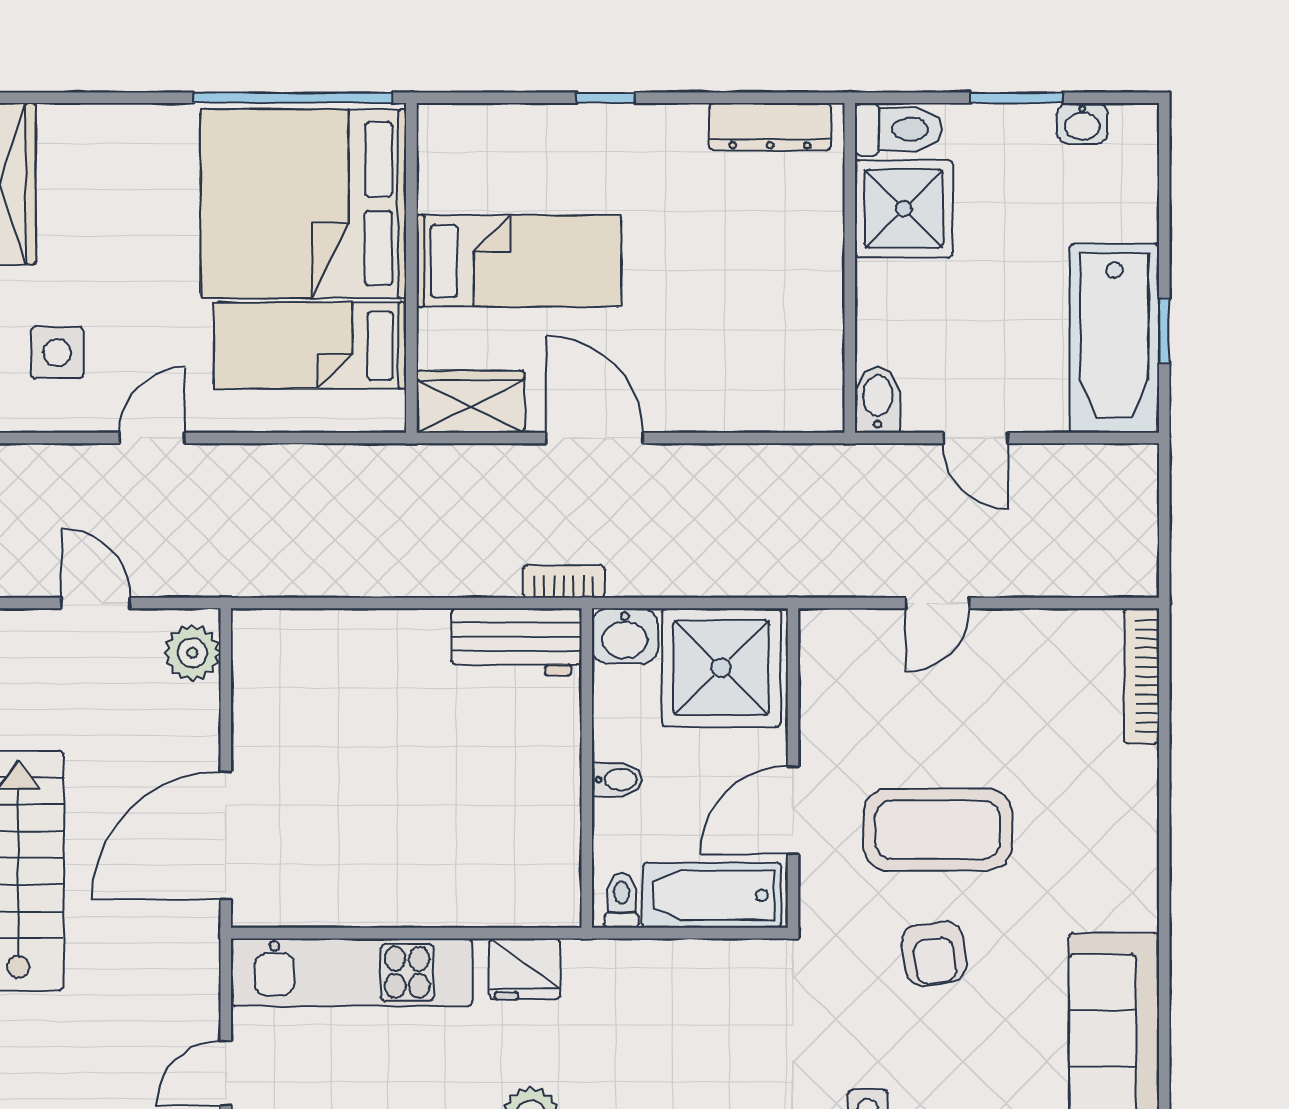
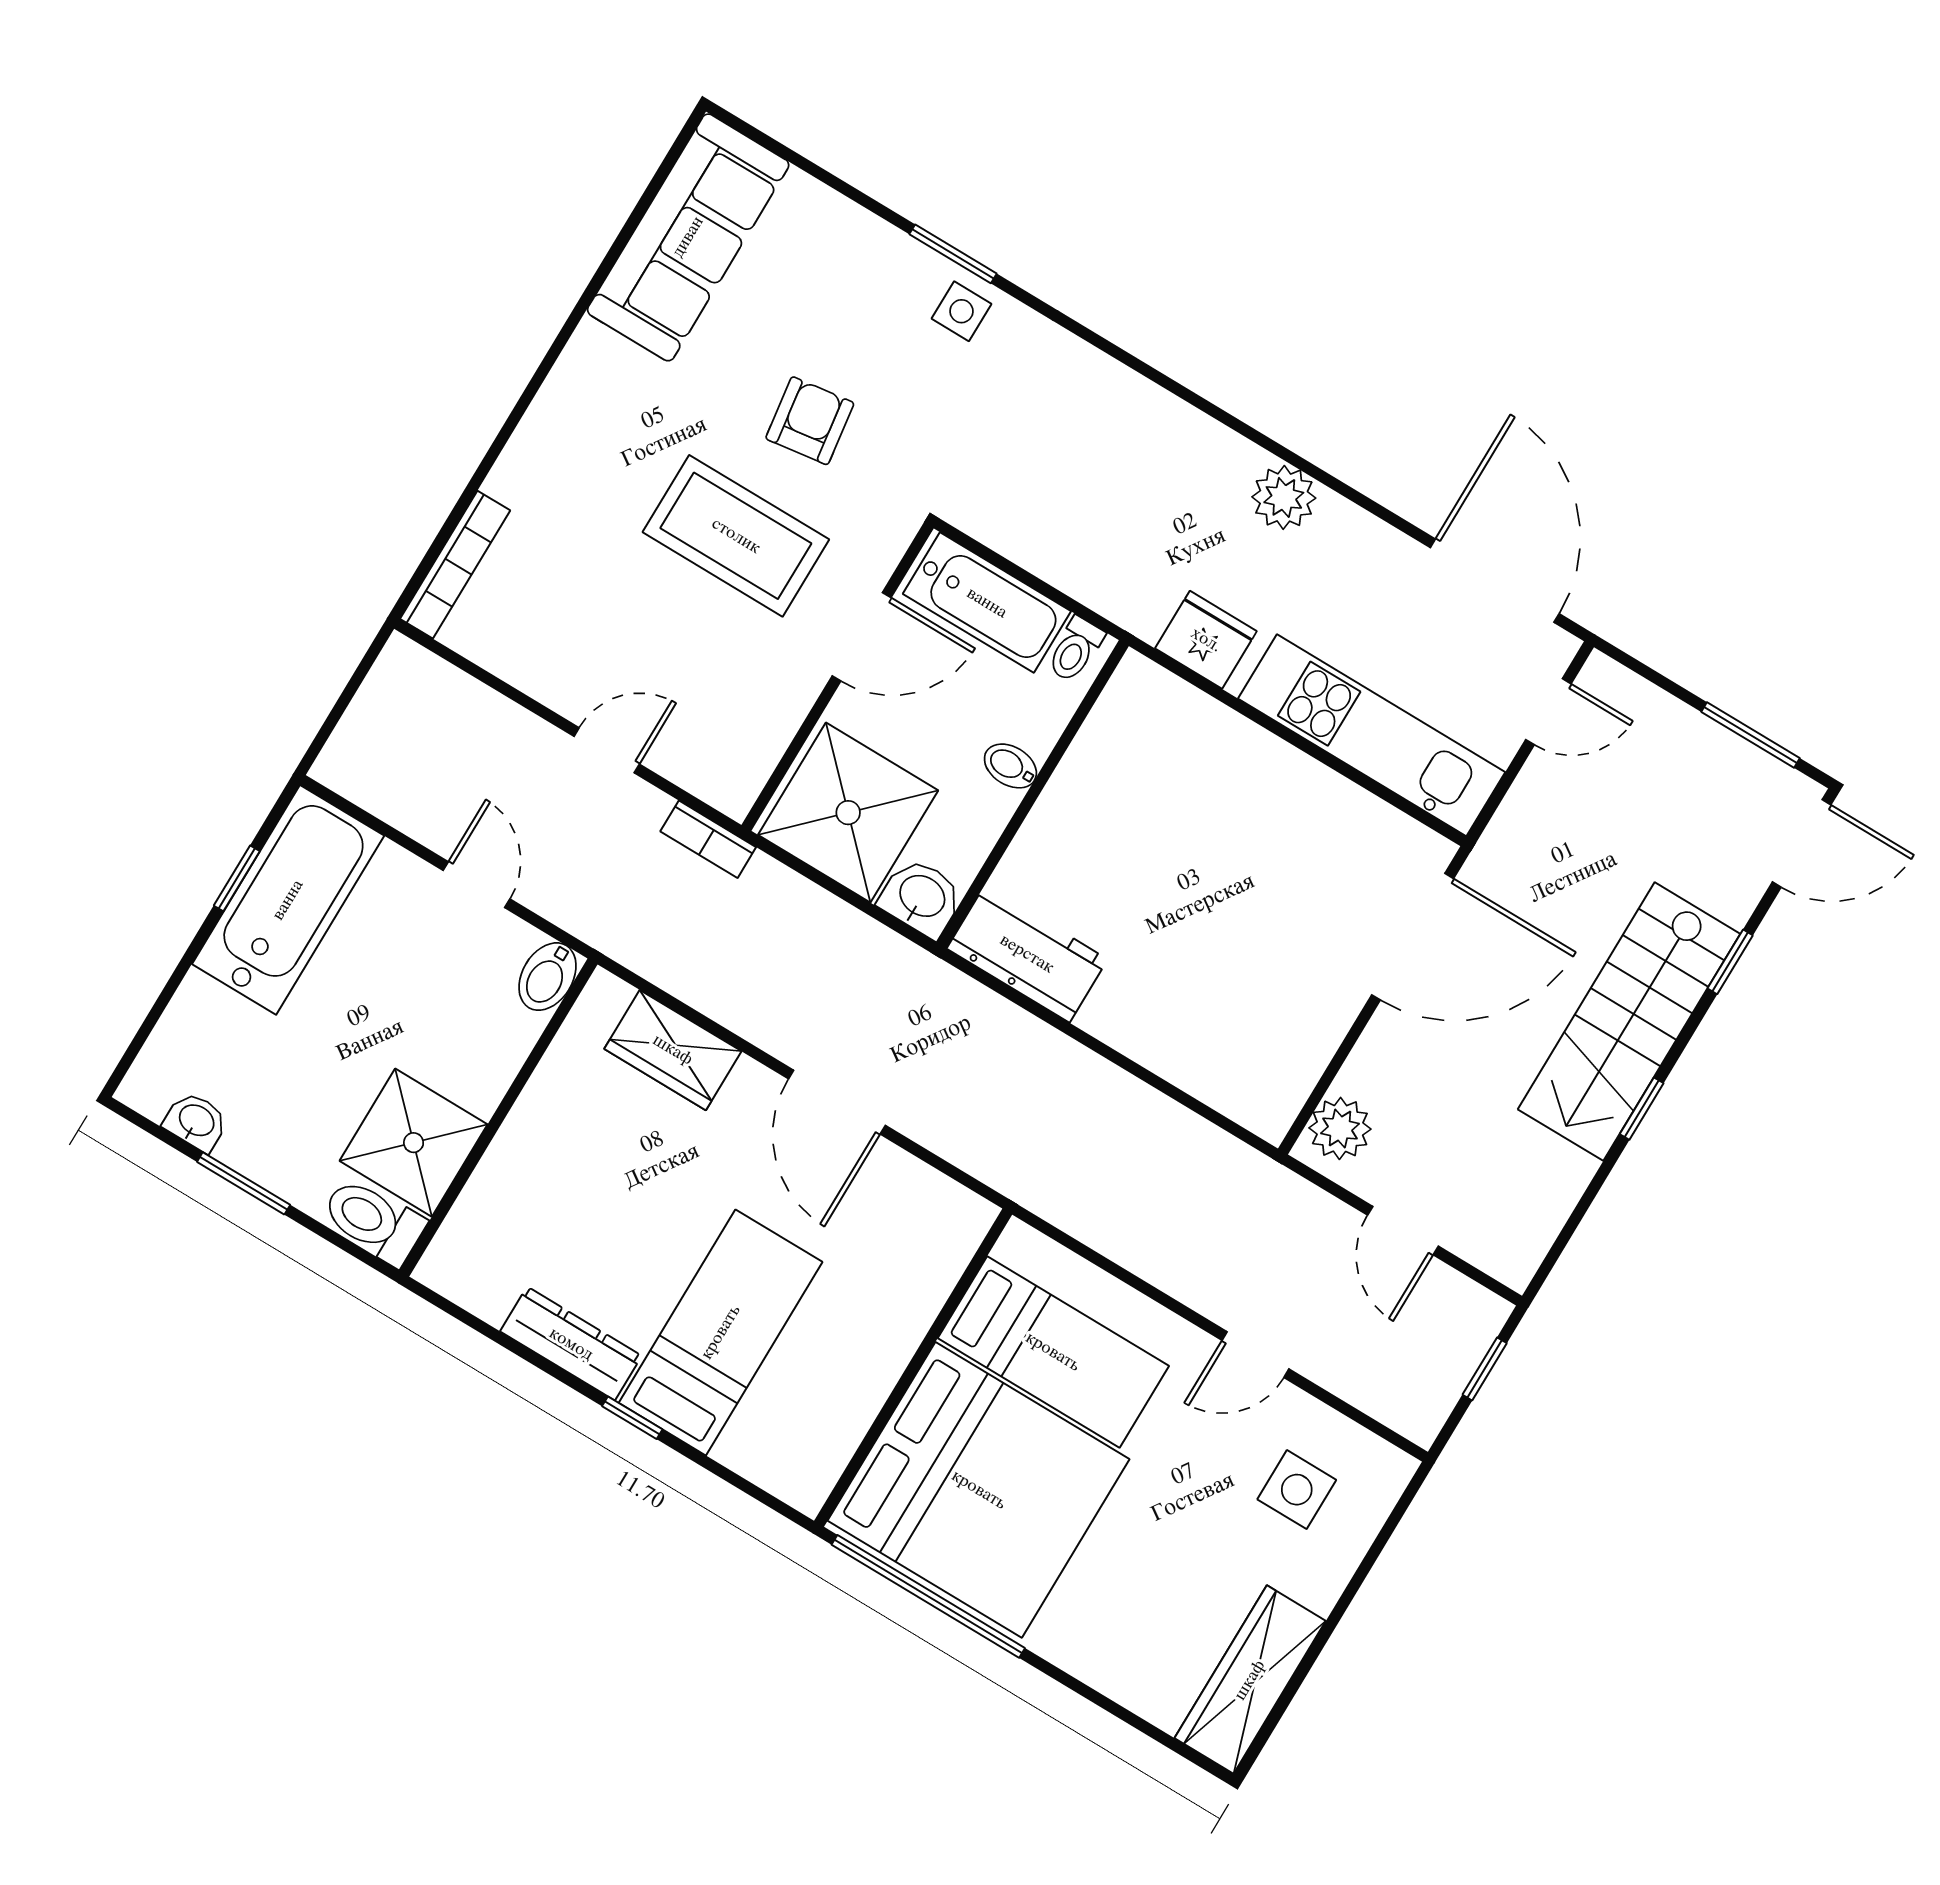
dresser: (770, 127) -> (571, 1344), moved
bed: (519, 261) -> (721, 1332), moved, turned 90
wardrobe: (470, 402) -> (673, 1050), moved
bookcase: (564, 582) -> (708, 839), moved

